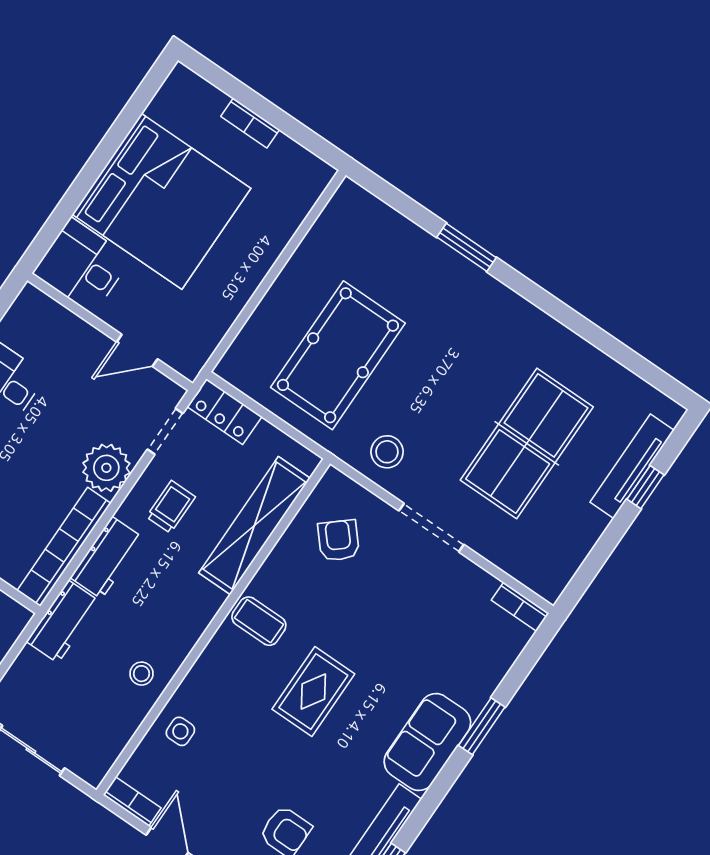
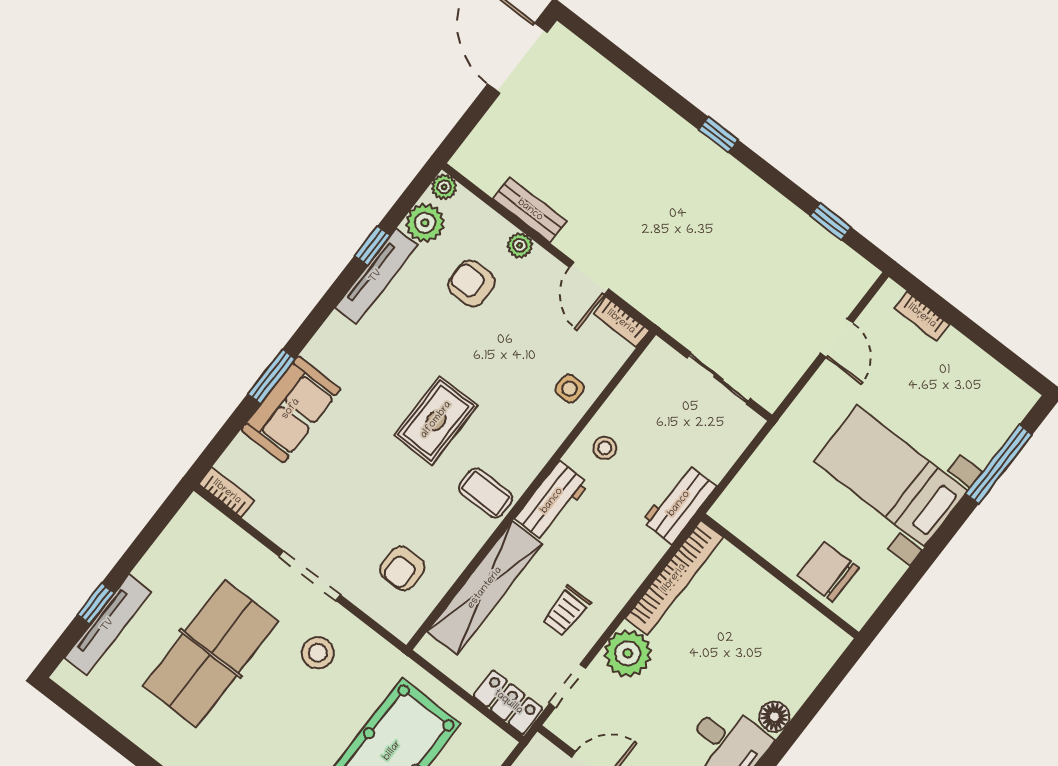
stool: (387, 452) -> (318, 653), moved
armchair: (339, 540) -> (402, 568), turned 41
workbench: (107, 558) -> (552, 501), moved, turned 180
sofa: (427, 742) -> (291, 409), moved

